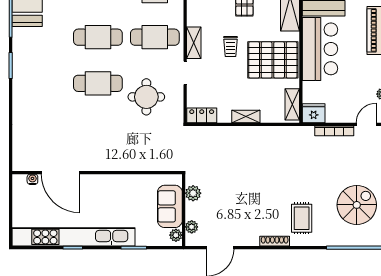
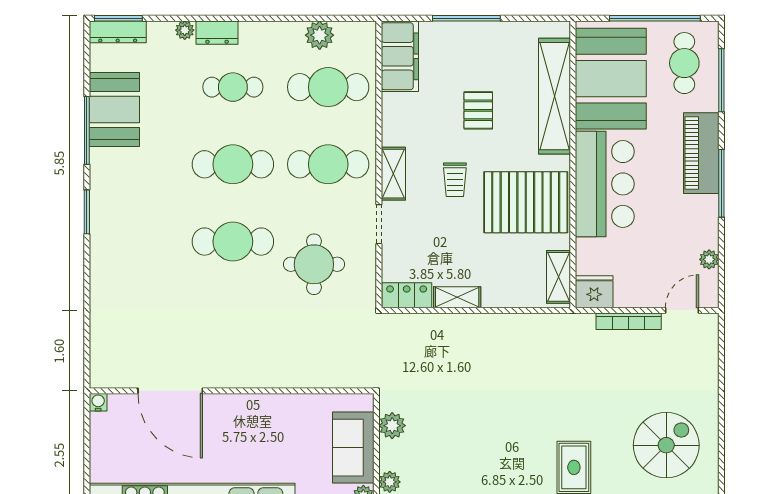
shelving: (246, 117) -> (457, 297), moved
water cooler: (32, 179) -> (98, 402), moved

